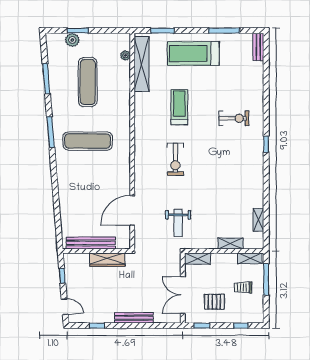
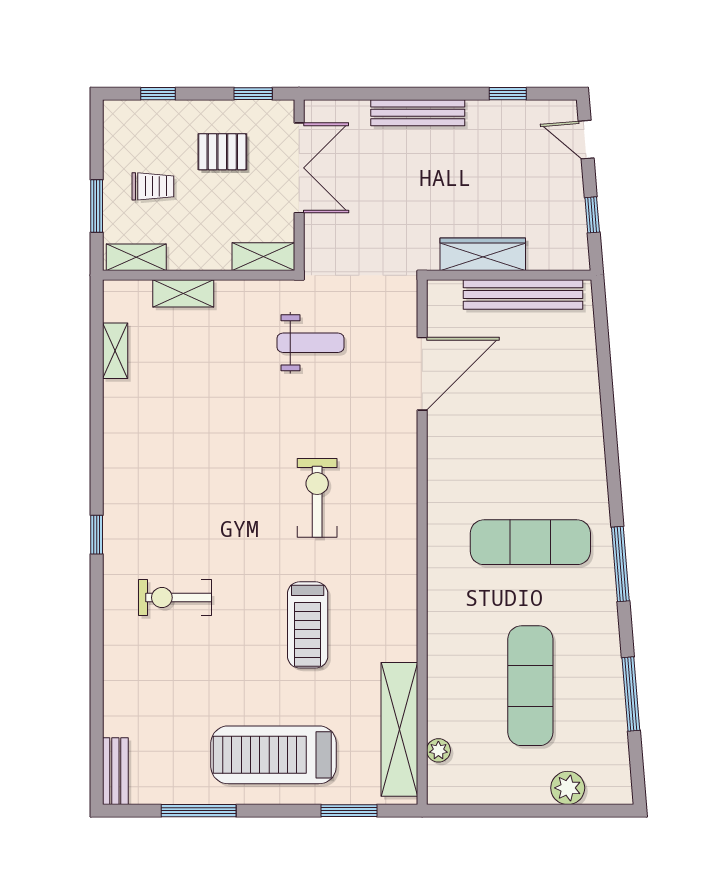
window: (78, 31) -> (554, 811), removed
treadmill: (193, 54) -> (274, 755), turned 180
weight bench: (178, 223) -> (311, 343), turned 90
window: (266, 279) -> (97, 206), width x0.69

